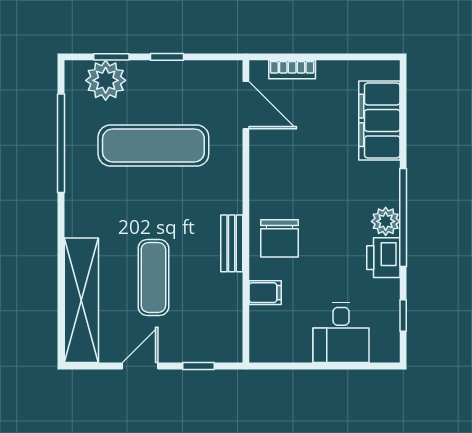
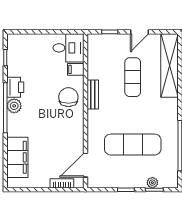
plant: (106, 80) -> (152, 183), width x0.53, depth x0.53
door: (246, 105) -> (86, 165), hinge flipped
desk: (341, 333) -> (68, 48), moved, turned 90

